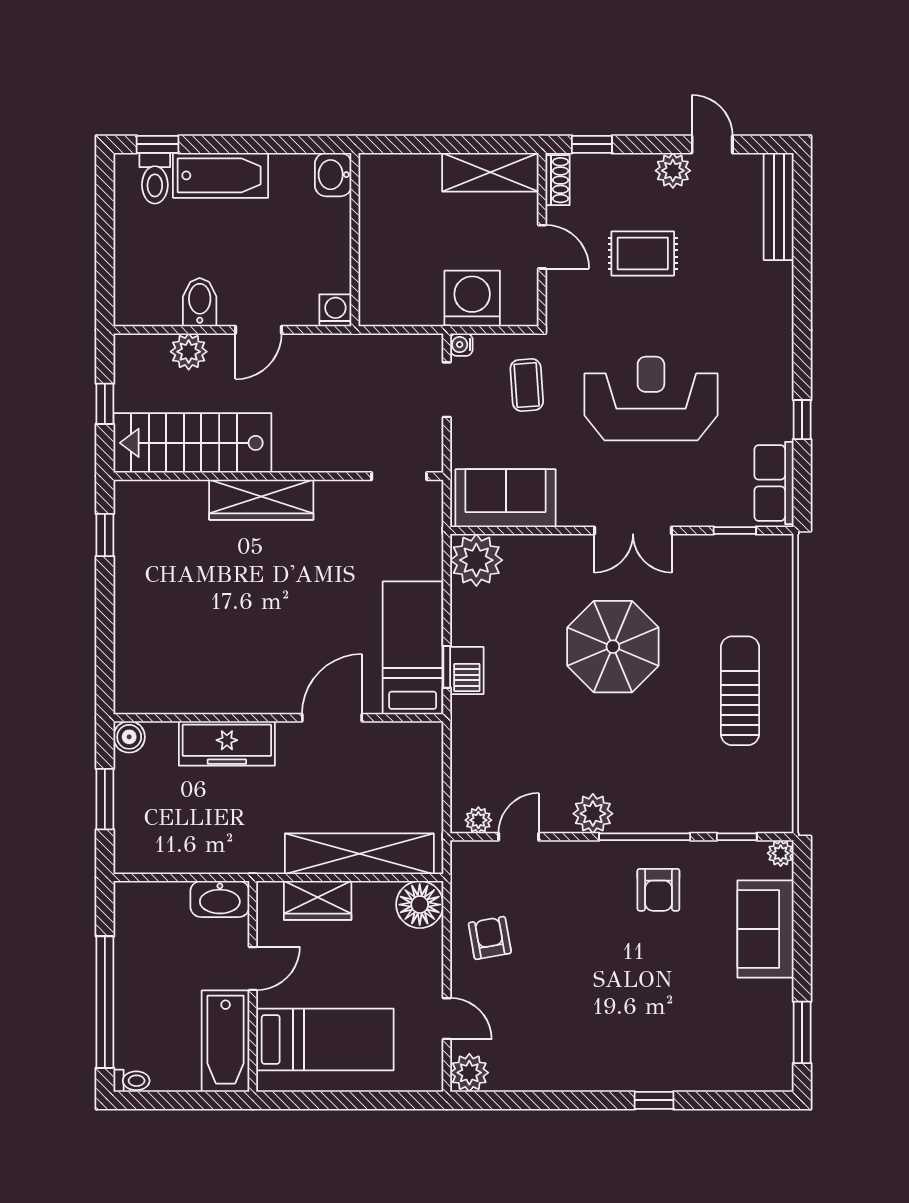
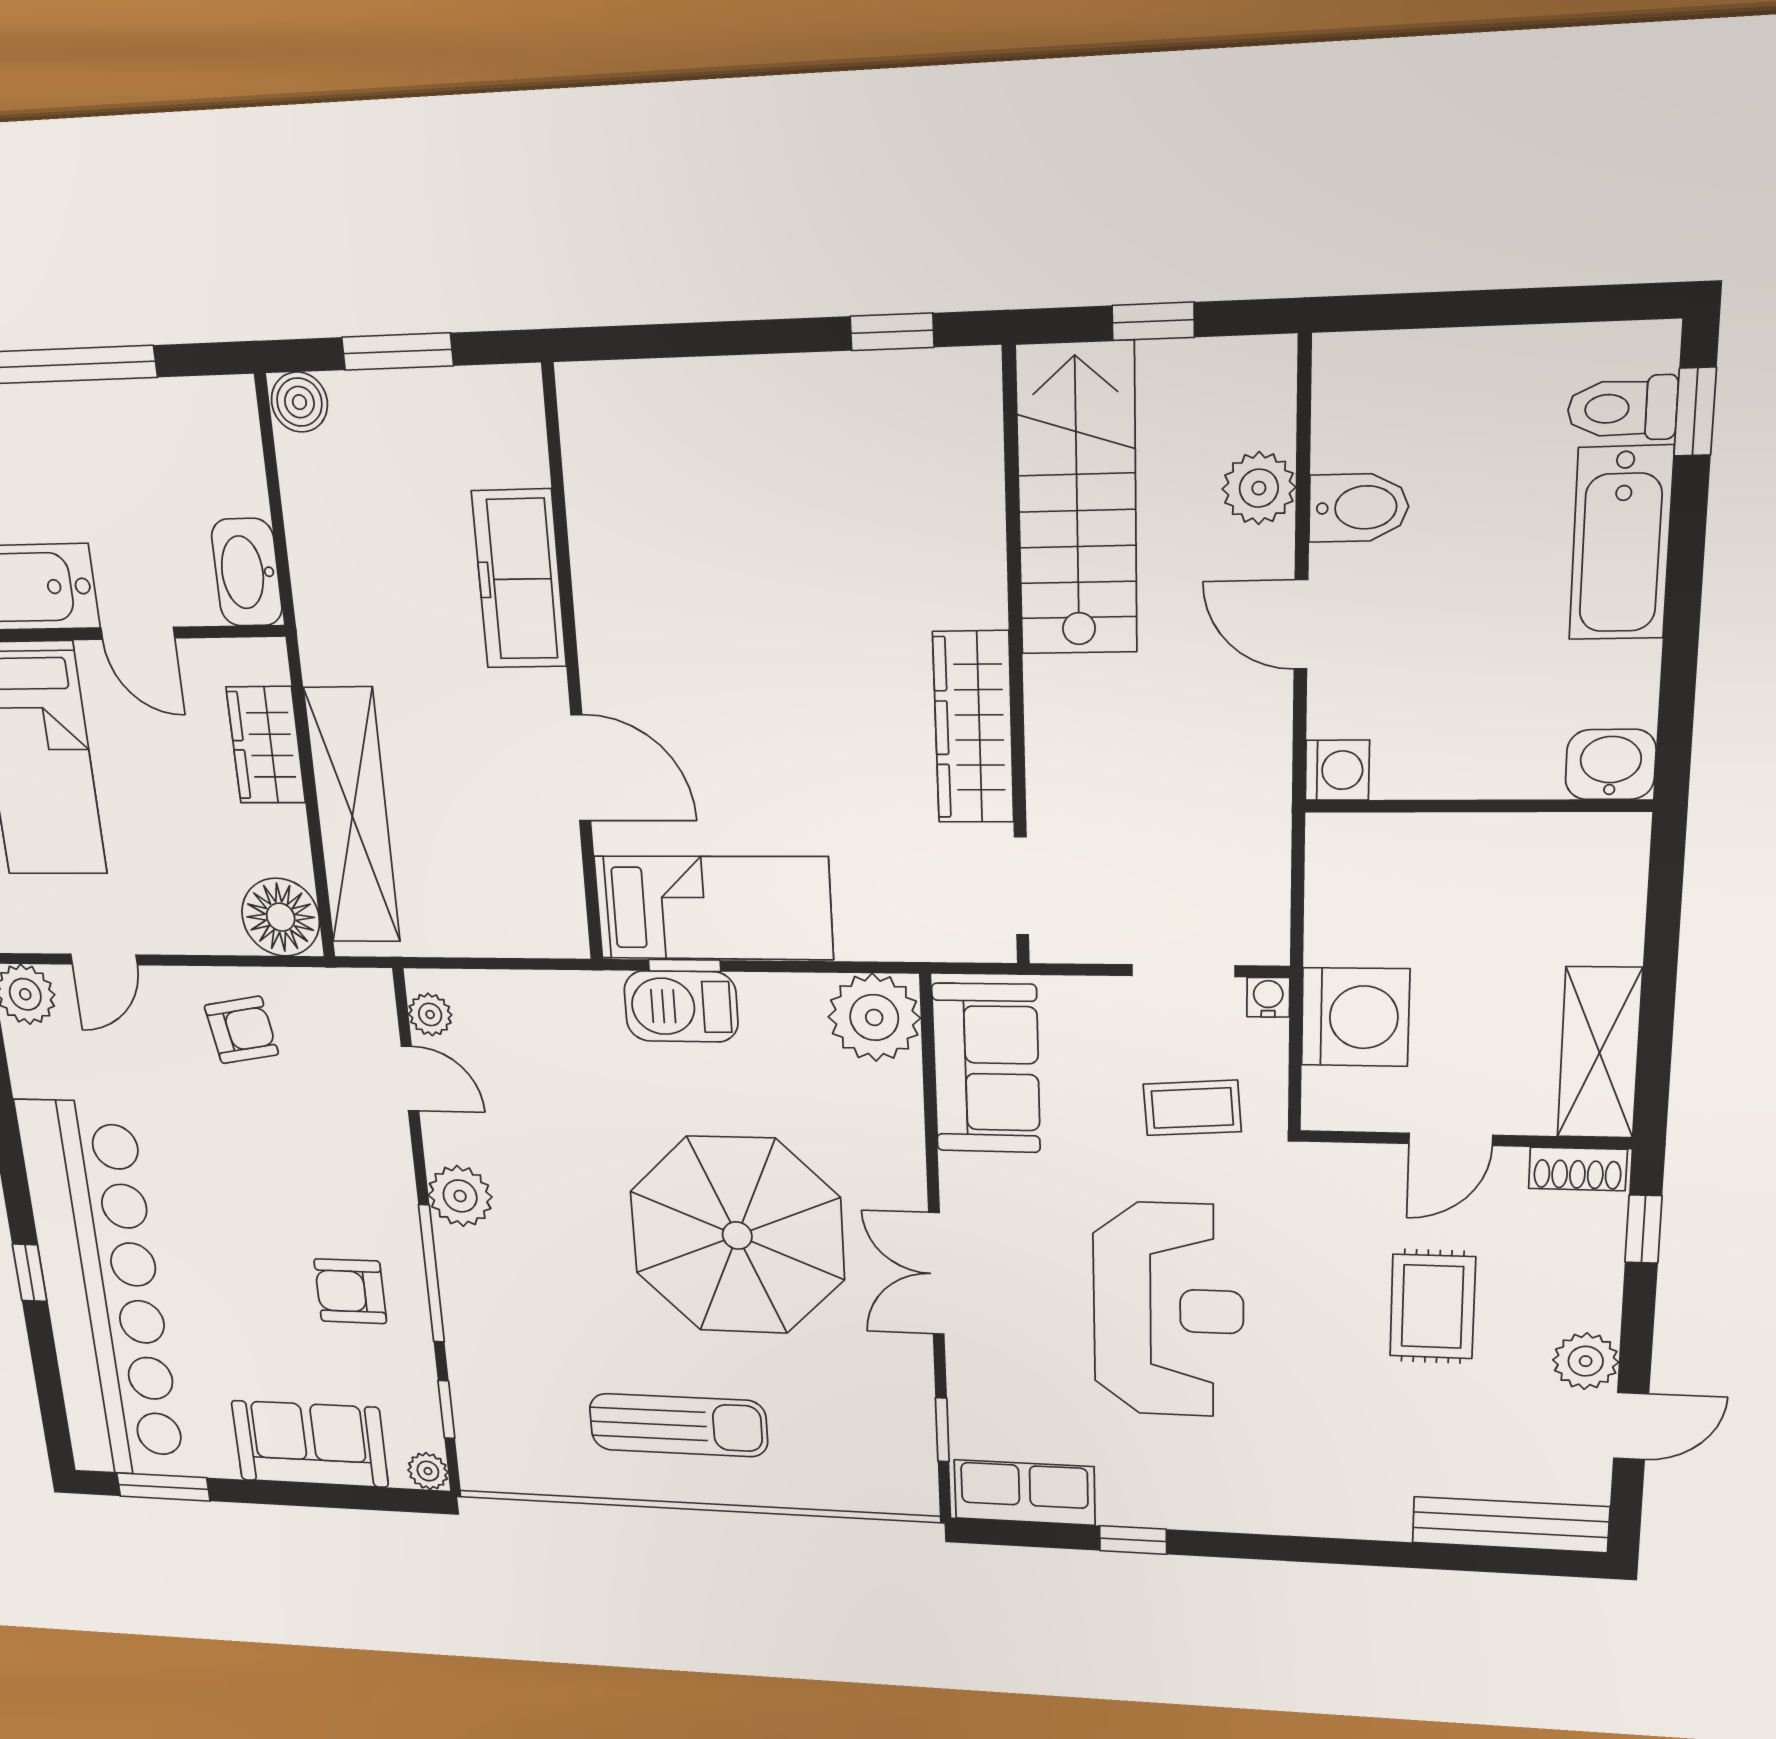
wardrobe: (261, 500) -> (973, 727), moved
parasol: (613, 647) -> (737, 1235), width x1.36, depth x1.36
barbecue: (467, 670) -> (681, 1006), width x1.38, depth x1.27
boiler: (129, 737) -> (299, 402), moved
bar counter: (665, 1053) -> (102, 1292), added

